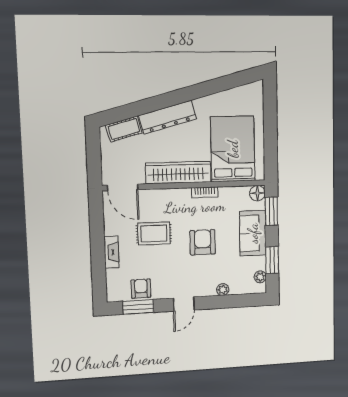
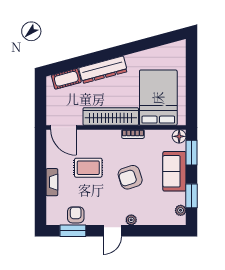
armchair: (203, 242) -> (130, 177), turned -108
plant: (223, 290) -> (131, 220), moved

